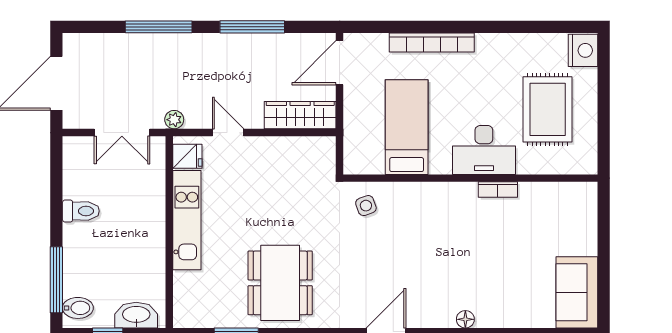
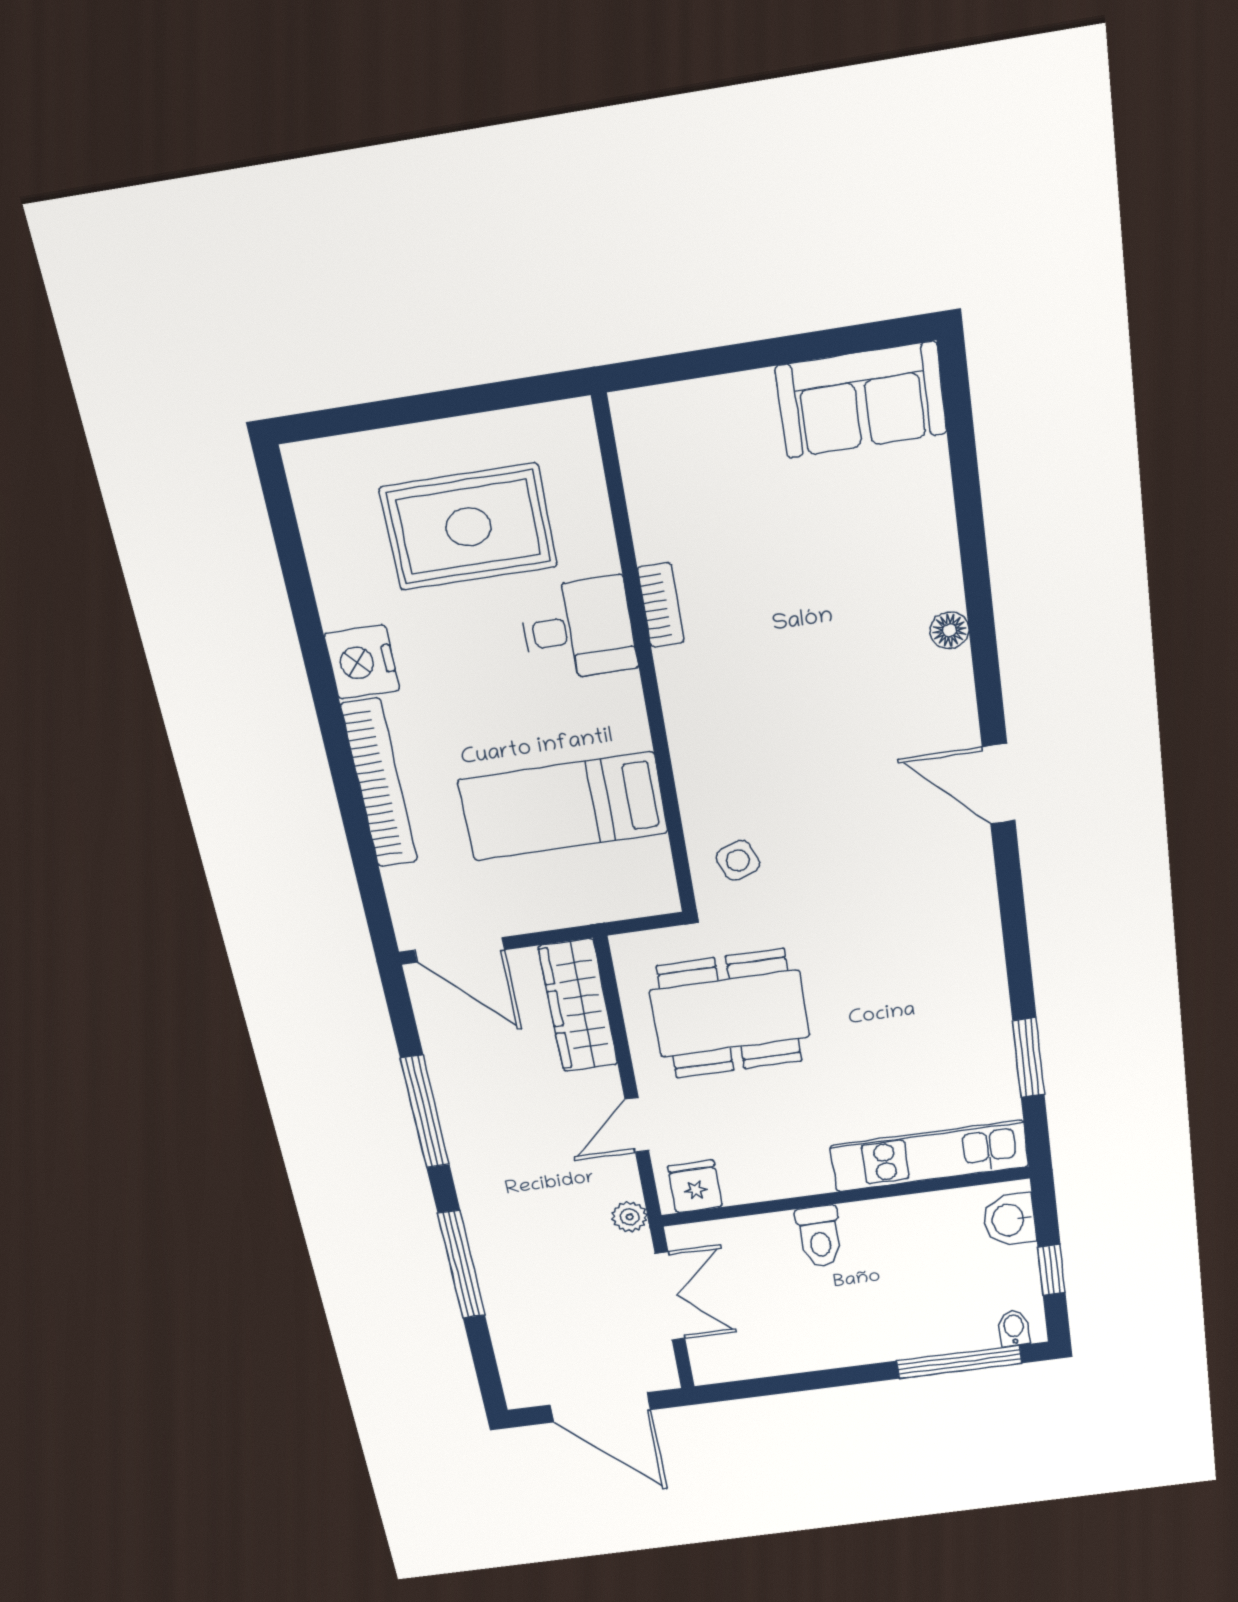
nightstand: (583, 50) -> (362, 662), moved, turned -90
desk: (484, 150) -> (578, 629), width x0.73
toilet: (81, 211) -> (820, 1236), moved, turned 180
kitchen unit: (187, 220) -> (929, 1156), moved
dining table: (280, 283) -> (730, 1014), moved
bidet: (78, 308) -> (1014, 1328), width x0.72, depth x0.74
washbasin: (136, 315) -> (1009, 1220), width x0.72

